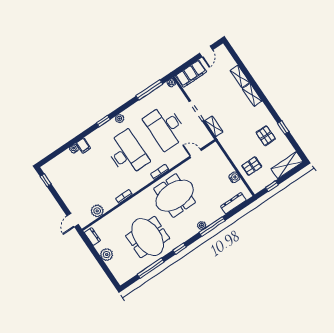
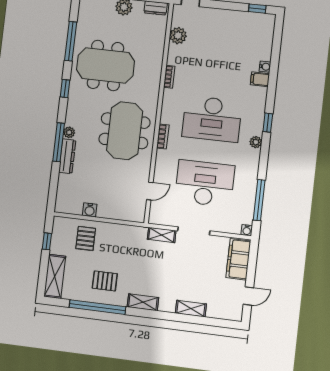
door: (206, 52) -> (248, 296), swing flipped
shelving: (252, 95) -> (143, 302), moved
window: (283, 127) -> (97, 307), width x3.17
dresser: (233, 203) -> (67, 156), moved

